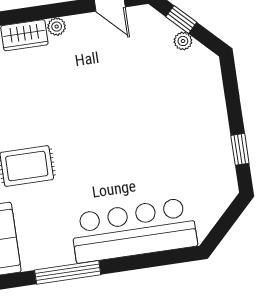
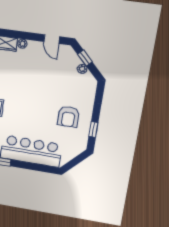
armchair: (185, 139) -> (68, 117), added

